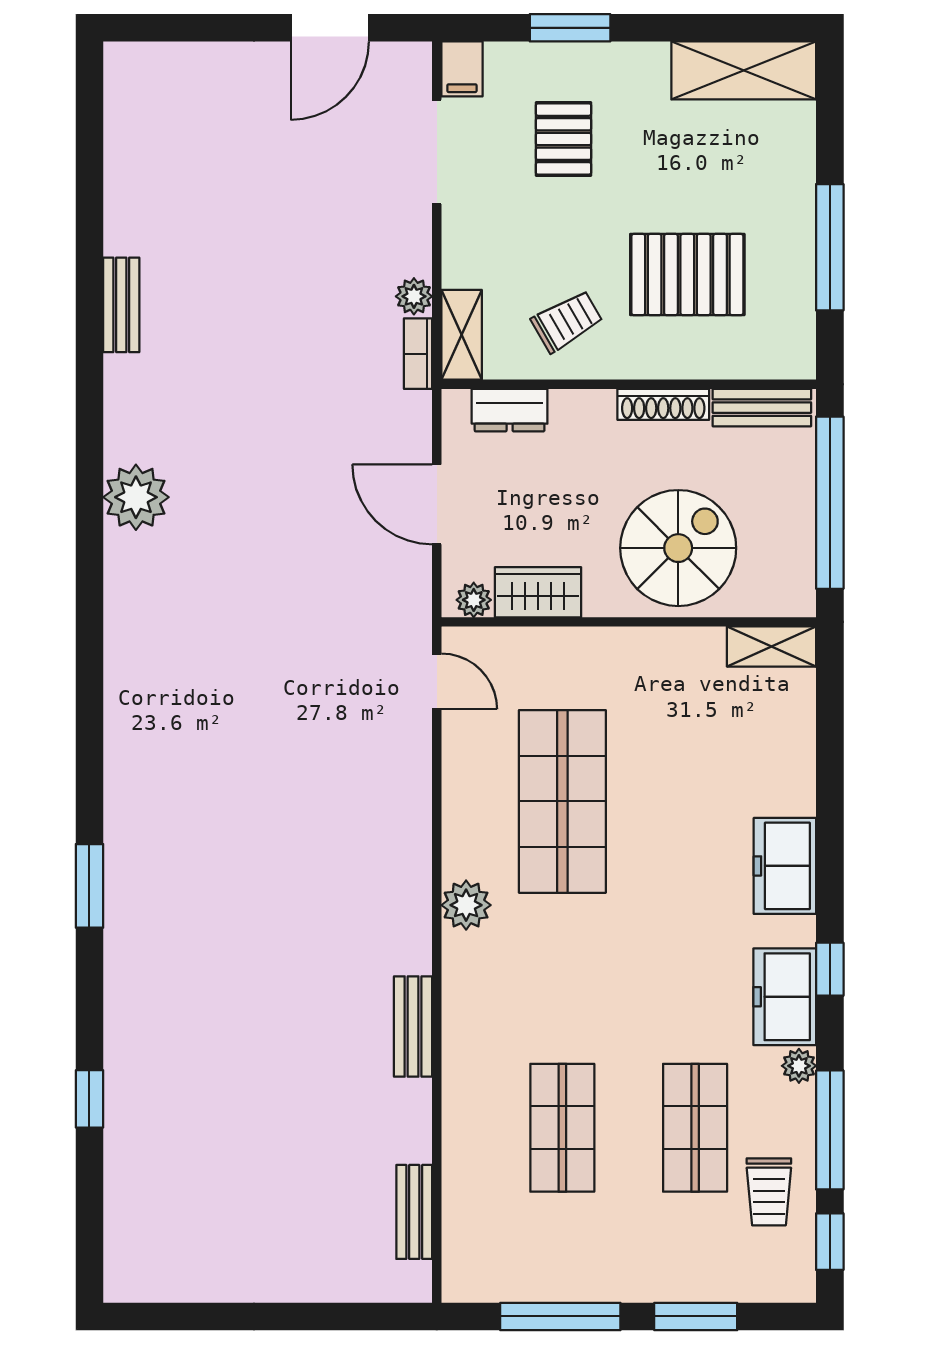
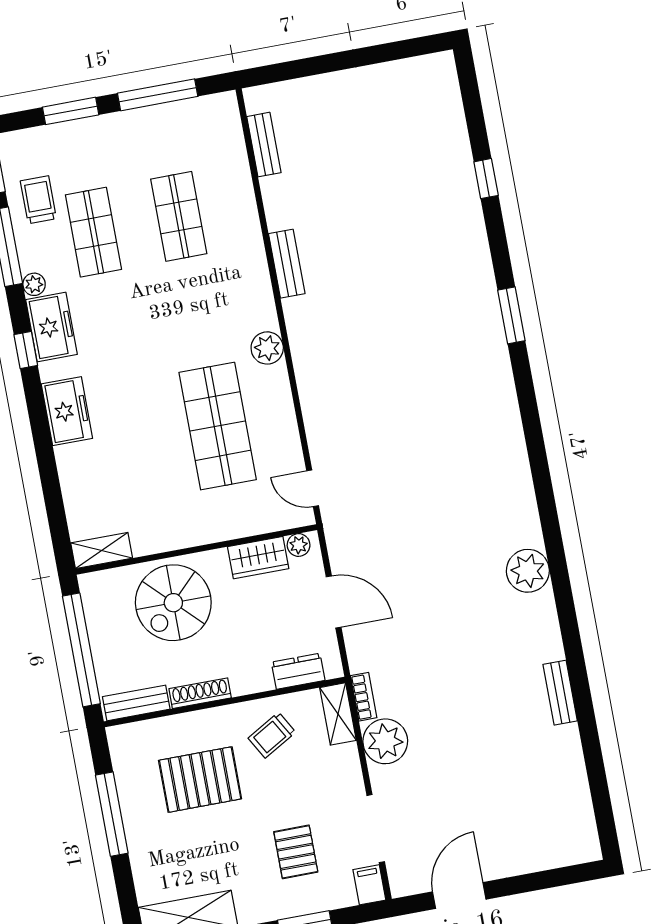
plant: (414, 296) -> (385, 741), width x1.88, depth x1.88

